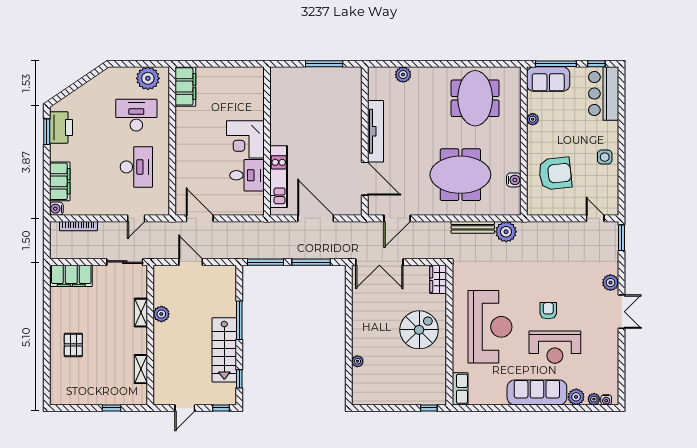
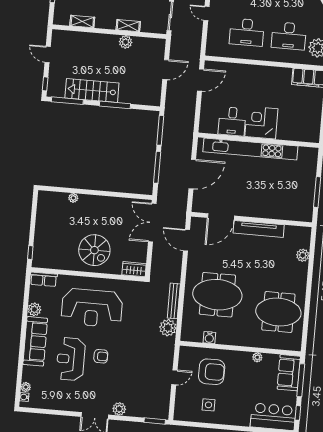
desk: (136, 115) -> (289, 36), turned 90
side table: (605, 157) -> (209, 405), moved
armchair: (555, 174) -> (212, 372), turned -84
meeting table: (460, 175) -> (217, 295), turned 90
kitchen unit: (279, 177) -> (250, 149), width x1.86
door: (136, 218) -> (206, 13), moved
door: (595, 218) -> (174, 377), moved
window: (239, 379) -> (67, 101), width x2.17
plant: (576, 397) -> (34, 309), moved

